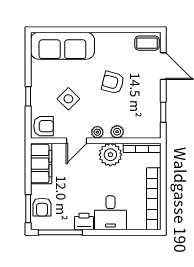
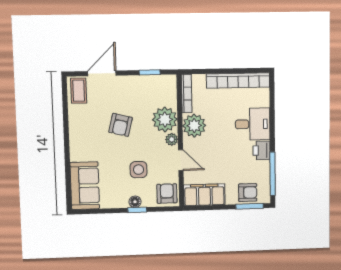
sofa: (62, 46) -> (85, 186), width x0.73
floor lamp: (36, 94) -> (135, 202), added
side table: (68, 99) -> (139, 170), turned 45
plant: (117, 132) -> (165, 119), width x1.88, depth x1.88

